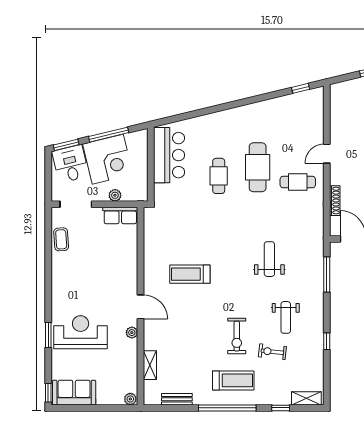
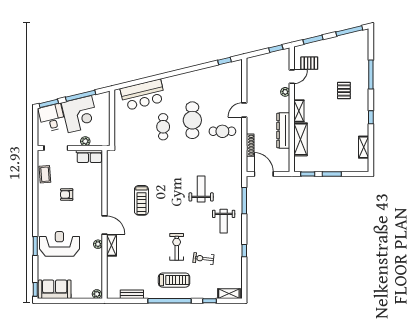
bar counter: (169, 155) -> (143, 95), moved, turned 76
armchair: (90, 266) -> (67, 195), added
treadmill: (190, 274) -> (141, 200), turned -90
weight bench: (286, 317) -> (224, 221), moved
exercise bike: (237, 336) -> (177, 247), turned 180
shelving: (150, 365) -> (112, 245), moved

